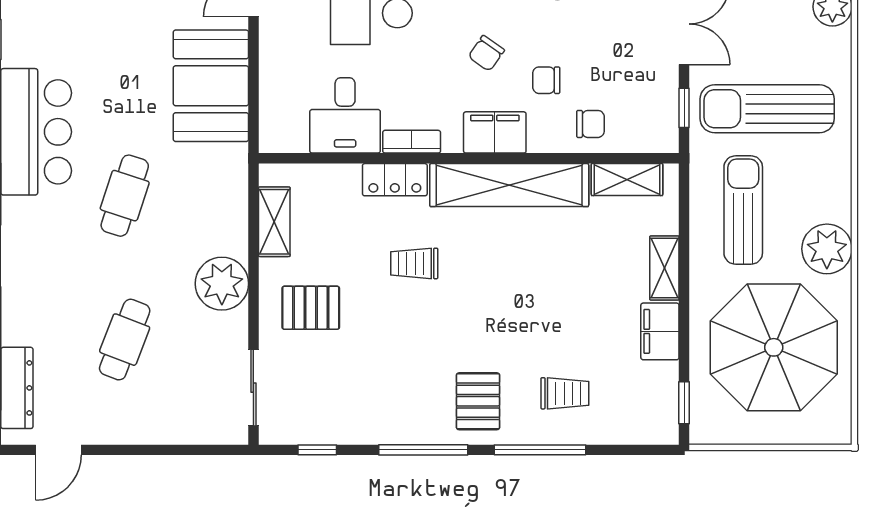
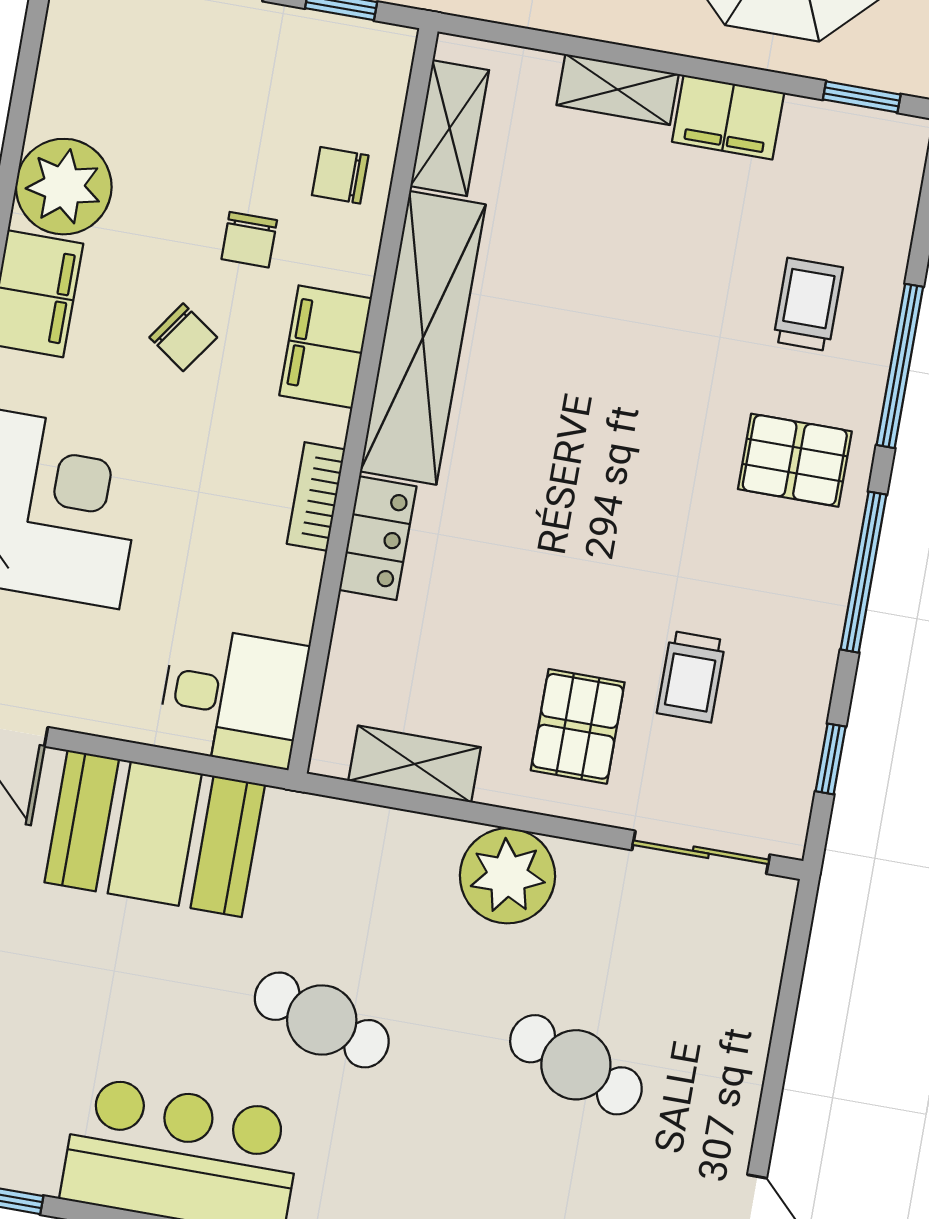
desk: (345, 115) -> (233, 697), moved
chair: (590, 124) -> (340, 175), turned -90
trolley: (414, 263) -> (691, 677), moved

